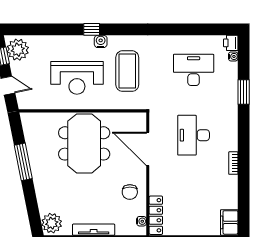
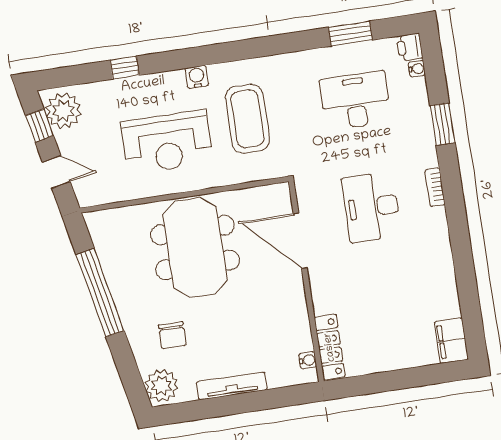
window: (92, 29) -> (125, 68), moved
window: (197, 29) -> (350, 34), added
window: (23, 162) -> (100, 293), width x1.46
bookcase: (233, 163) -> (435, 187), moved
chair: (130, 192) -> (172, 335), moved

